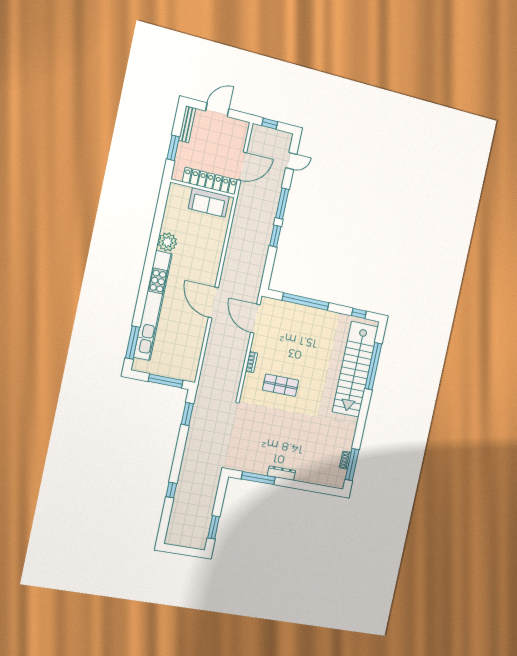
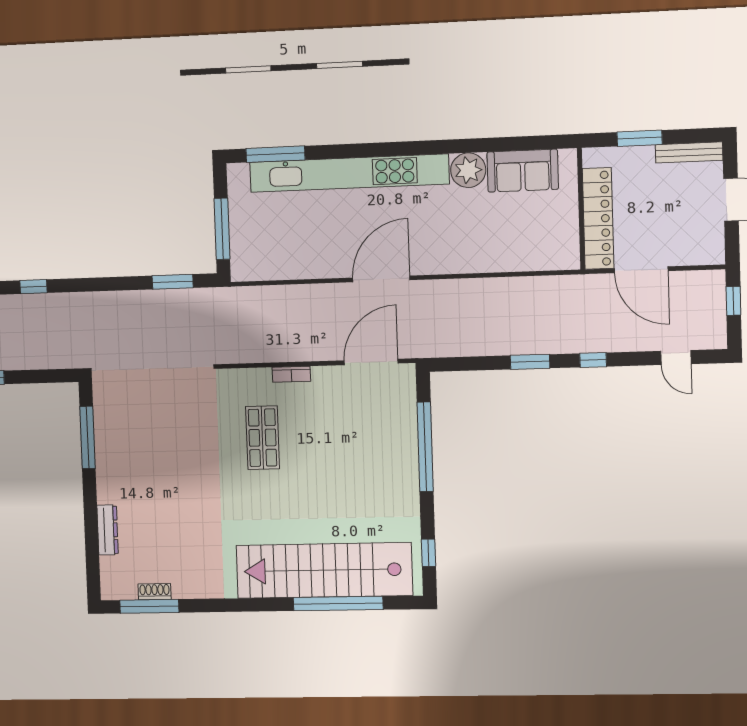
sofa: (209, 202) -> (523, 171), moved, turned -90
window: (282, 203) -> (593, 360), width x0.46
dresser: (281, 473) -> (108, 530), moved

